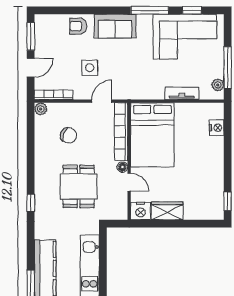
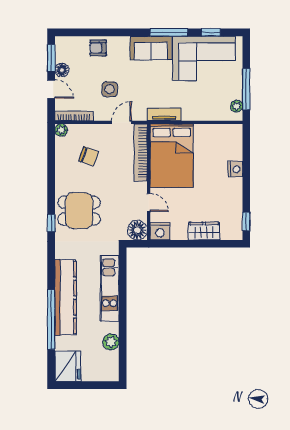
sofa: (115, 26) -> (151, 48), moved
floor lamp: (41, 48) -> (62, 70), added
door: (31, 68) -> (51, 89), hinge flipped
tv unit: (182, 93) -> (164, 115), moved
nightstand: (217, 128) -> (235, 169), moved
floor lamp: (122, 167) -> (137, 230), moved, width x1.89, depth x1.89
dining table: (79, 186) -> (79, 211), moved, turned 90
wardrobe: (167, 211) -> (204, 231), moved

